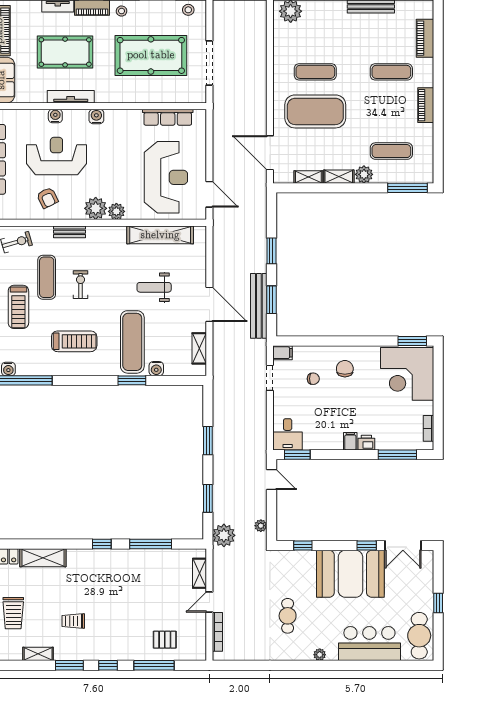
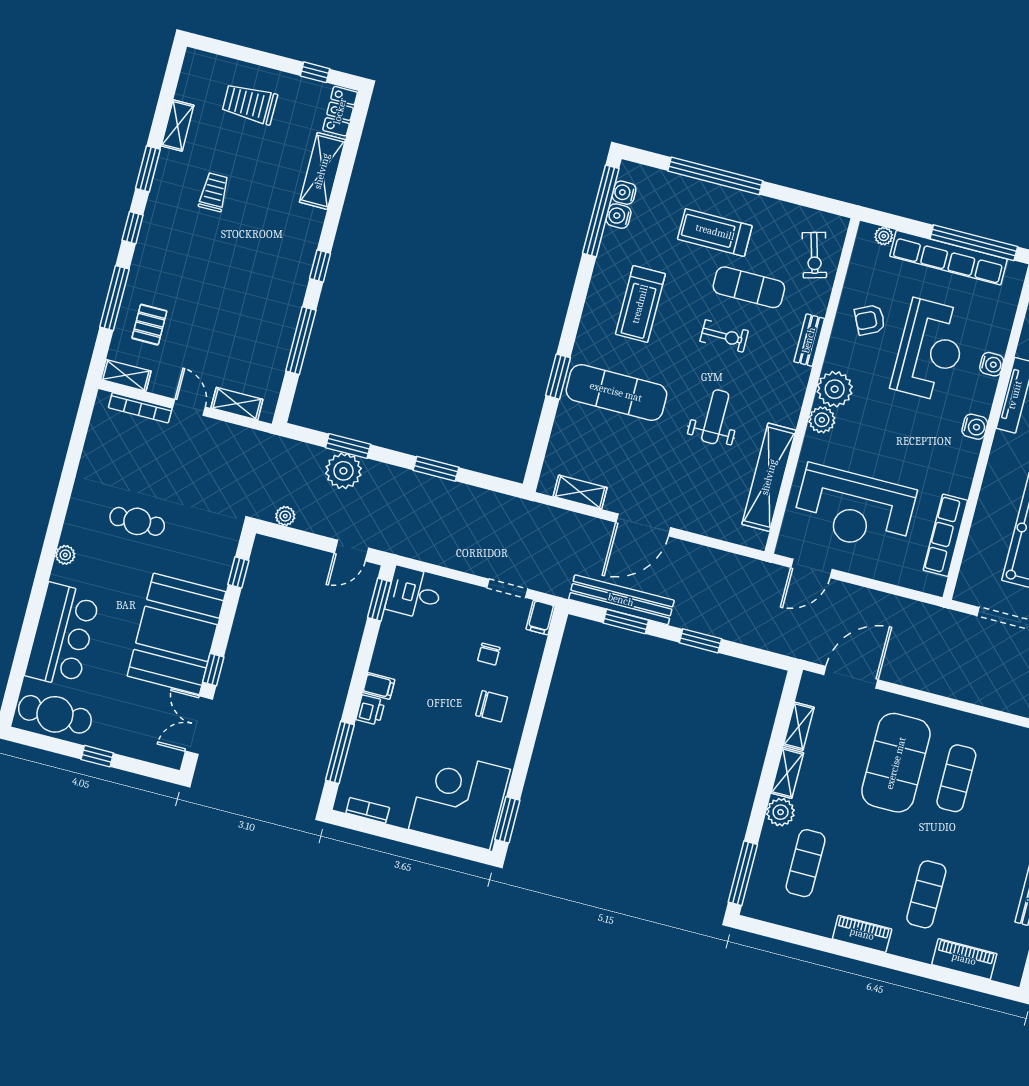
weight bench: (154, 287) -> (715, 417), moved
water cooler: (156, 369) -> (619, 216), moved
plant: (224, 535) -> (343, 471), moved
shelving: (200, 646) -> (126, 375), added

